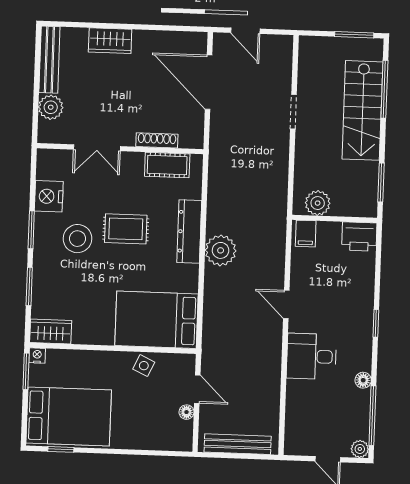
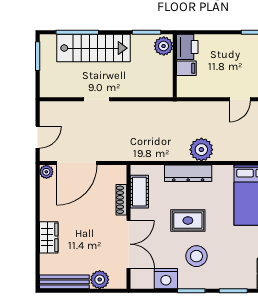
plant: (198, 41) -> (46, 172), added
double door: (97, 148) -> (129, 244), width x1.37
plant: (318, 203) -> (164, 46), moved
rug: (126, 229) -> (188, 221), turned 90
filing cabinet: (306, 234) -> (186, 68), moved

